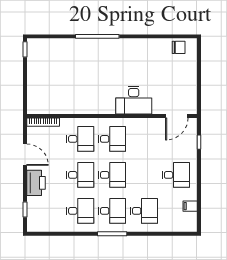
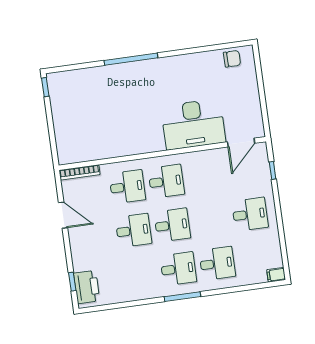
desk: (134, 100) -> (193, 124), width x1.36, depth x1.30
printer: (36, 183) -> (87, 287), moved
filing cabinet: (190, 206) -> (276, 275), moved
desk: (80, 211) -> (140, 274), removed

